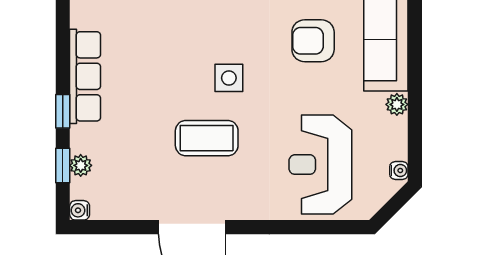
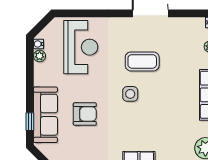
window: (415, 27) -> (30, 122), added
plant: (397, 104) -> (40, 56), moved

